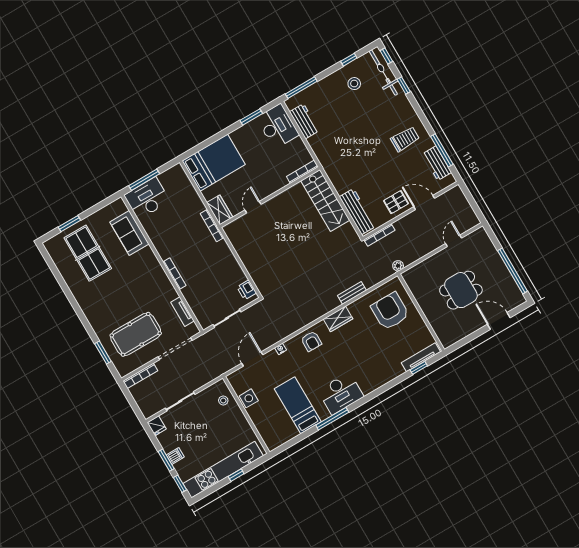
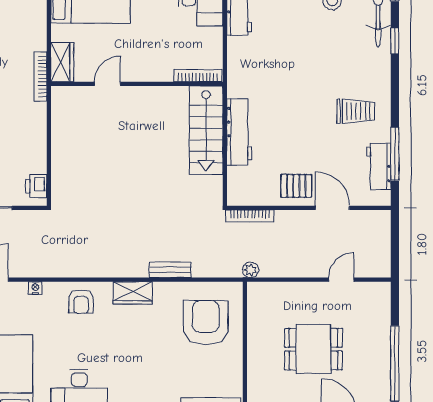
workbench: (357, 212) -> (239, 132), moved

